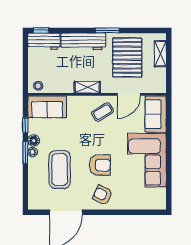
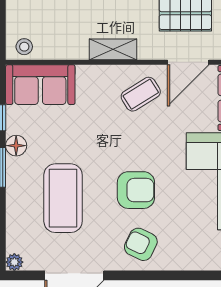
plant: (33, 152) -> (14, 262), moved

